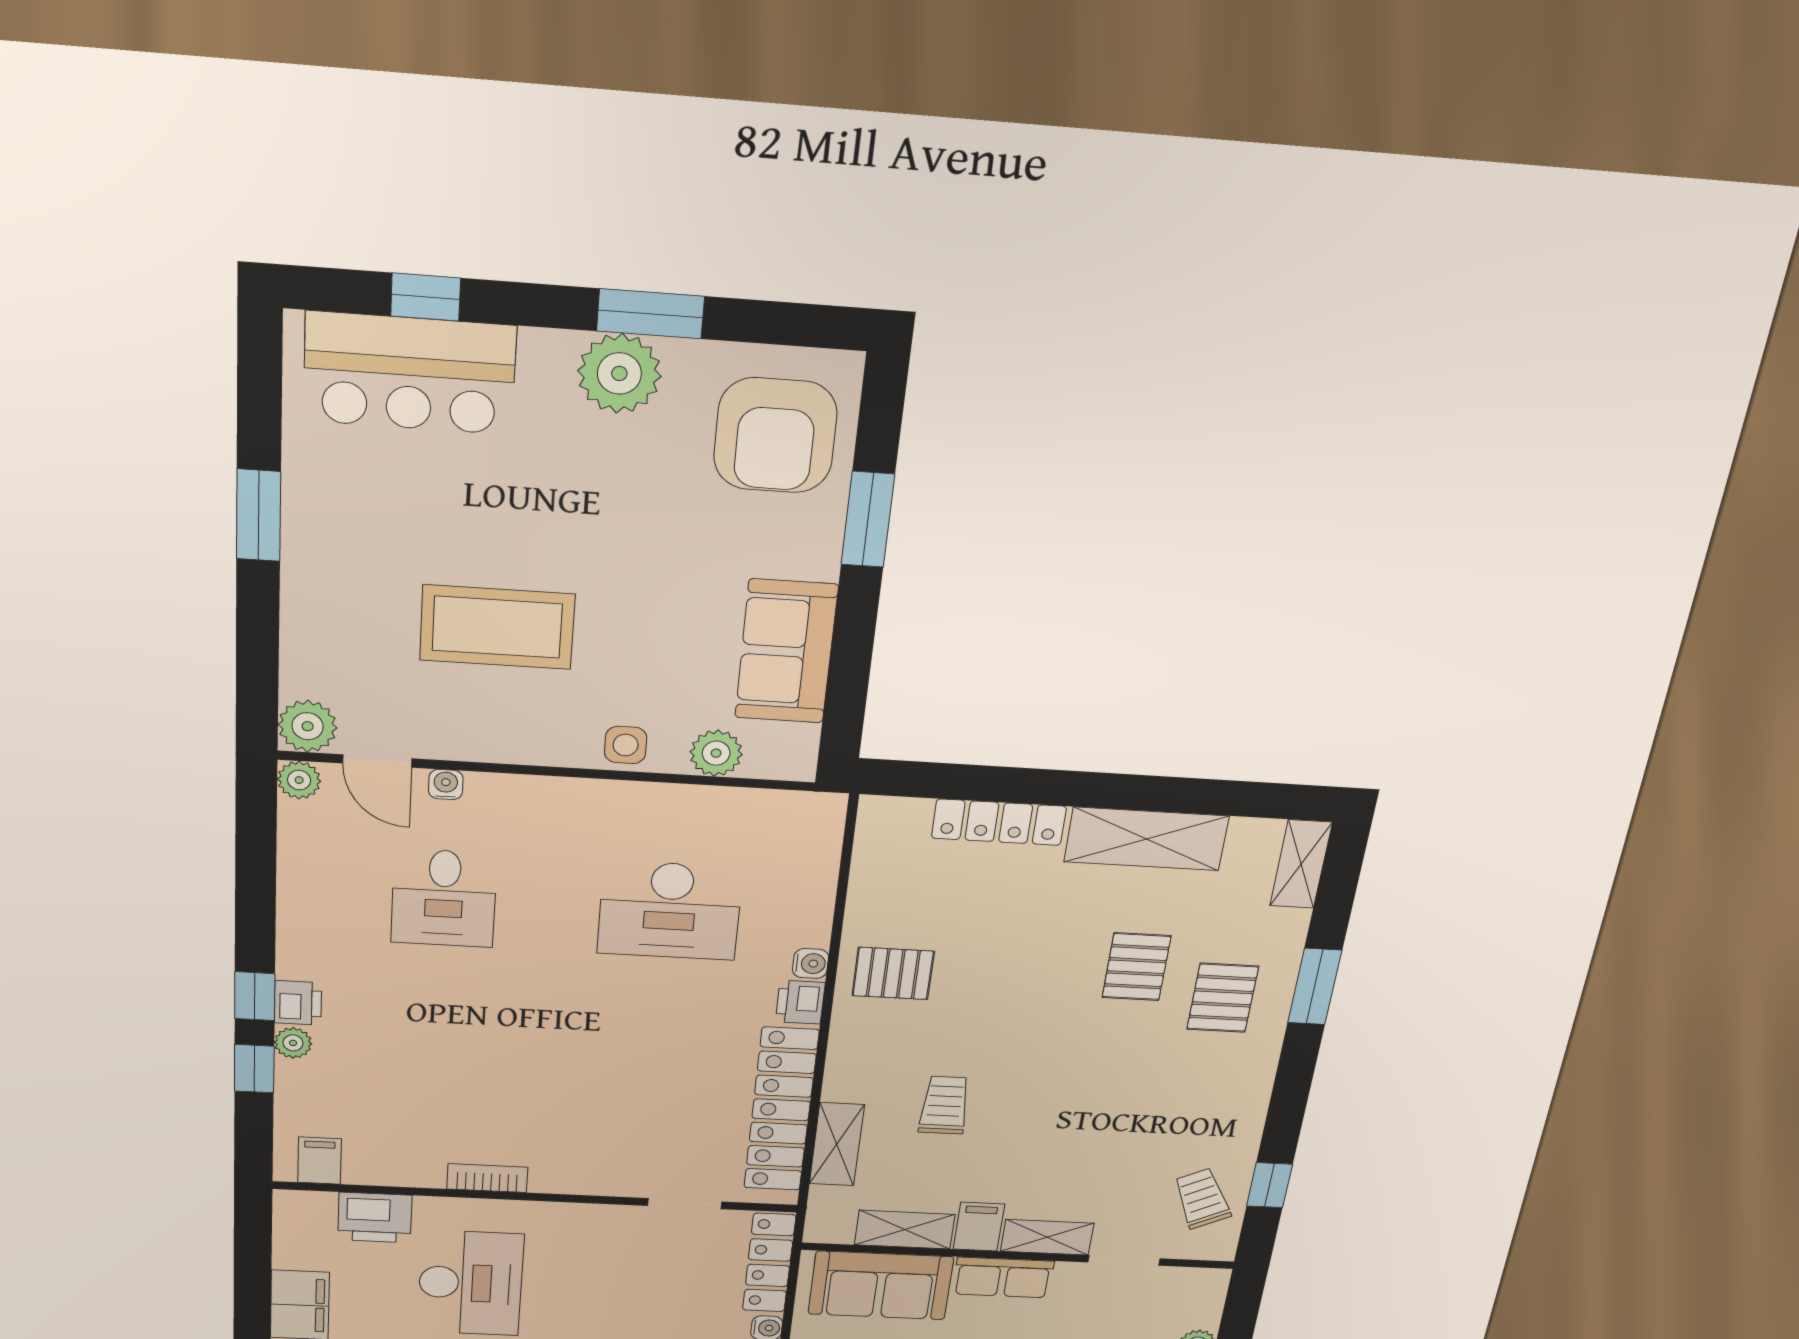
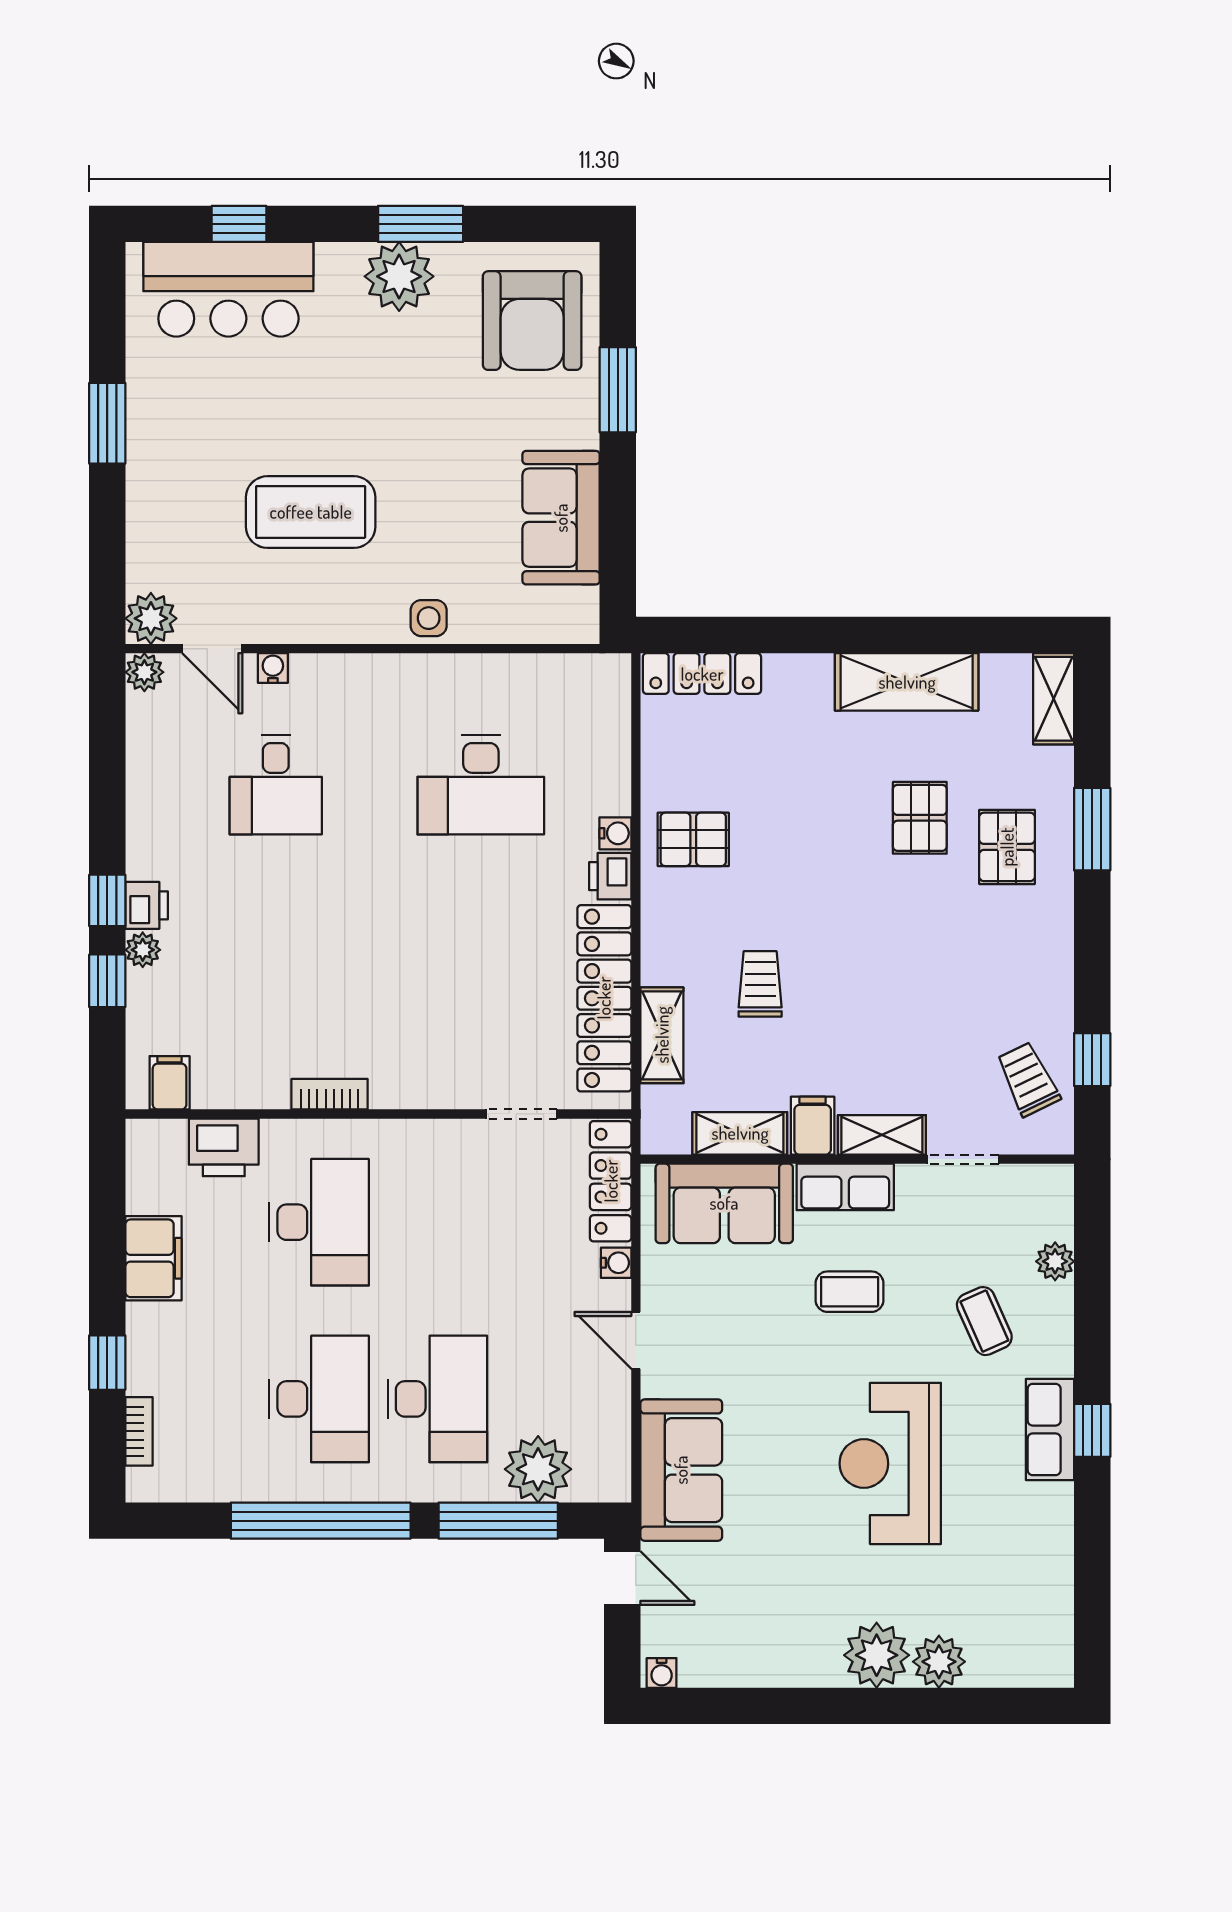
plant: (716, 753) -> (509, 621), removed
locker: (999, 822) -> (702, 674), moved

